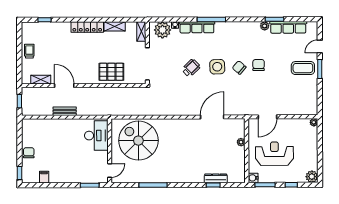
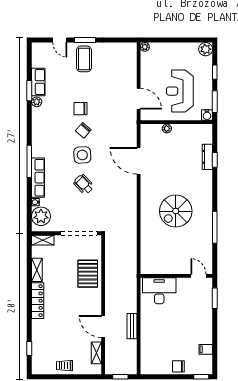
row of seats: (288, 27) -> (38, 82), width x0.68
door: (64, 86) -> (103, 327), hinge flipped
spiral stairs: (138, 141) -> (176, 211), moved, width x0.73, depth x0.73

